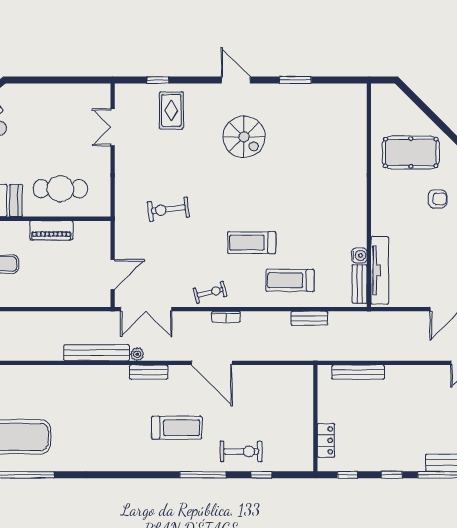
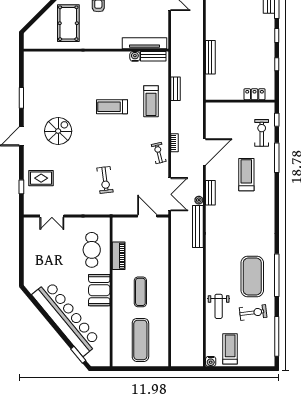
treadmill: (252, 243) -> (112, 107), moved, turned 90
wall: (315, 418) -> (240, 101), moved
locker: (326, 440) -> (255, 94), moved

